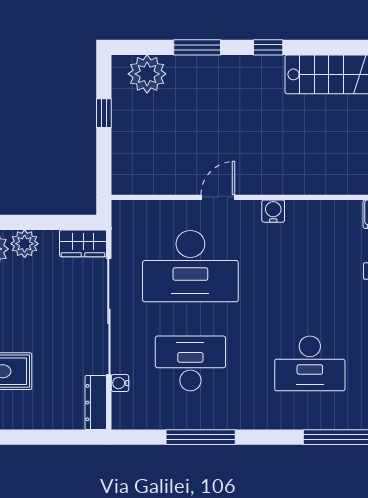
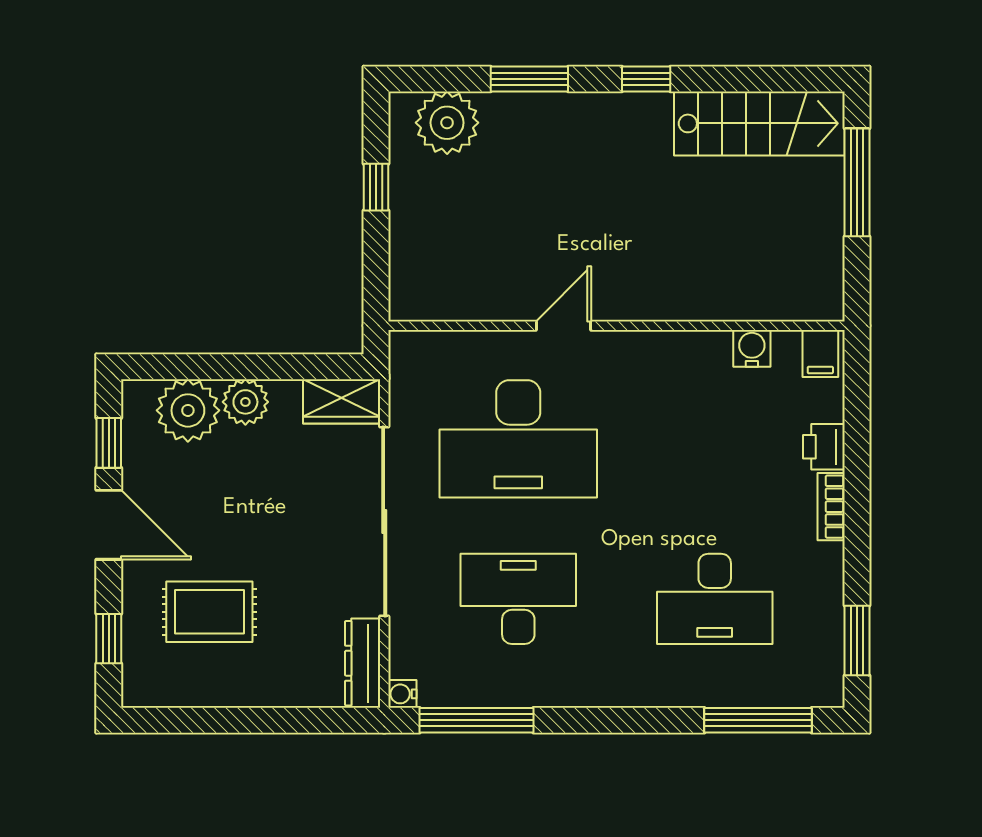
water cooler: (273, 211) -> (752, 348), moved
water cooler: (120, 383) -> (402, 694), moved
window: (201, 437) -> (477, 720), moved

